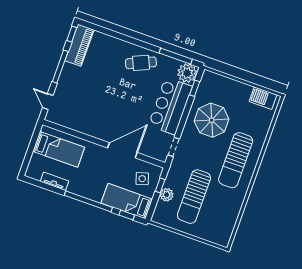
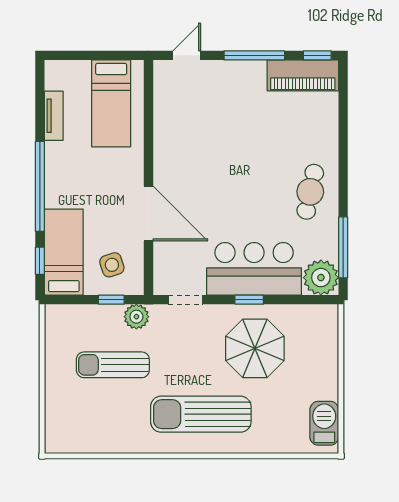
cafe table: (141, 63) -> (310, 192), turned 36
window: (195, 88) -> (249, 300), moved
plant: (167, 195) -> (136, 317), moved
sun lounger: (194, 197) -> (113, 365), width x0.73, depth x0.75

